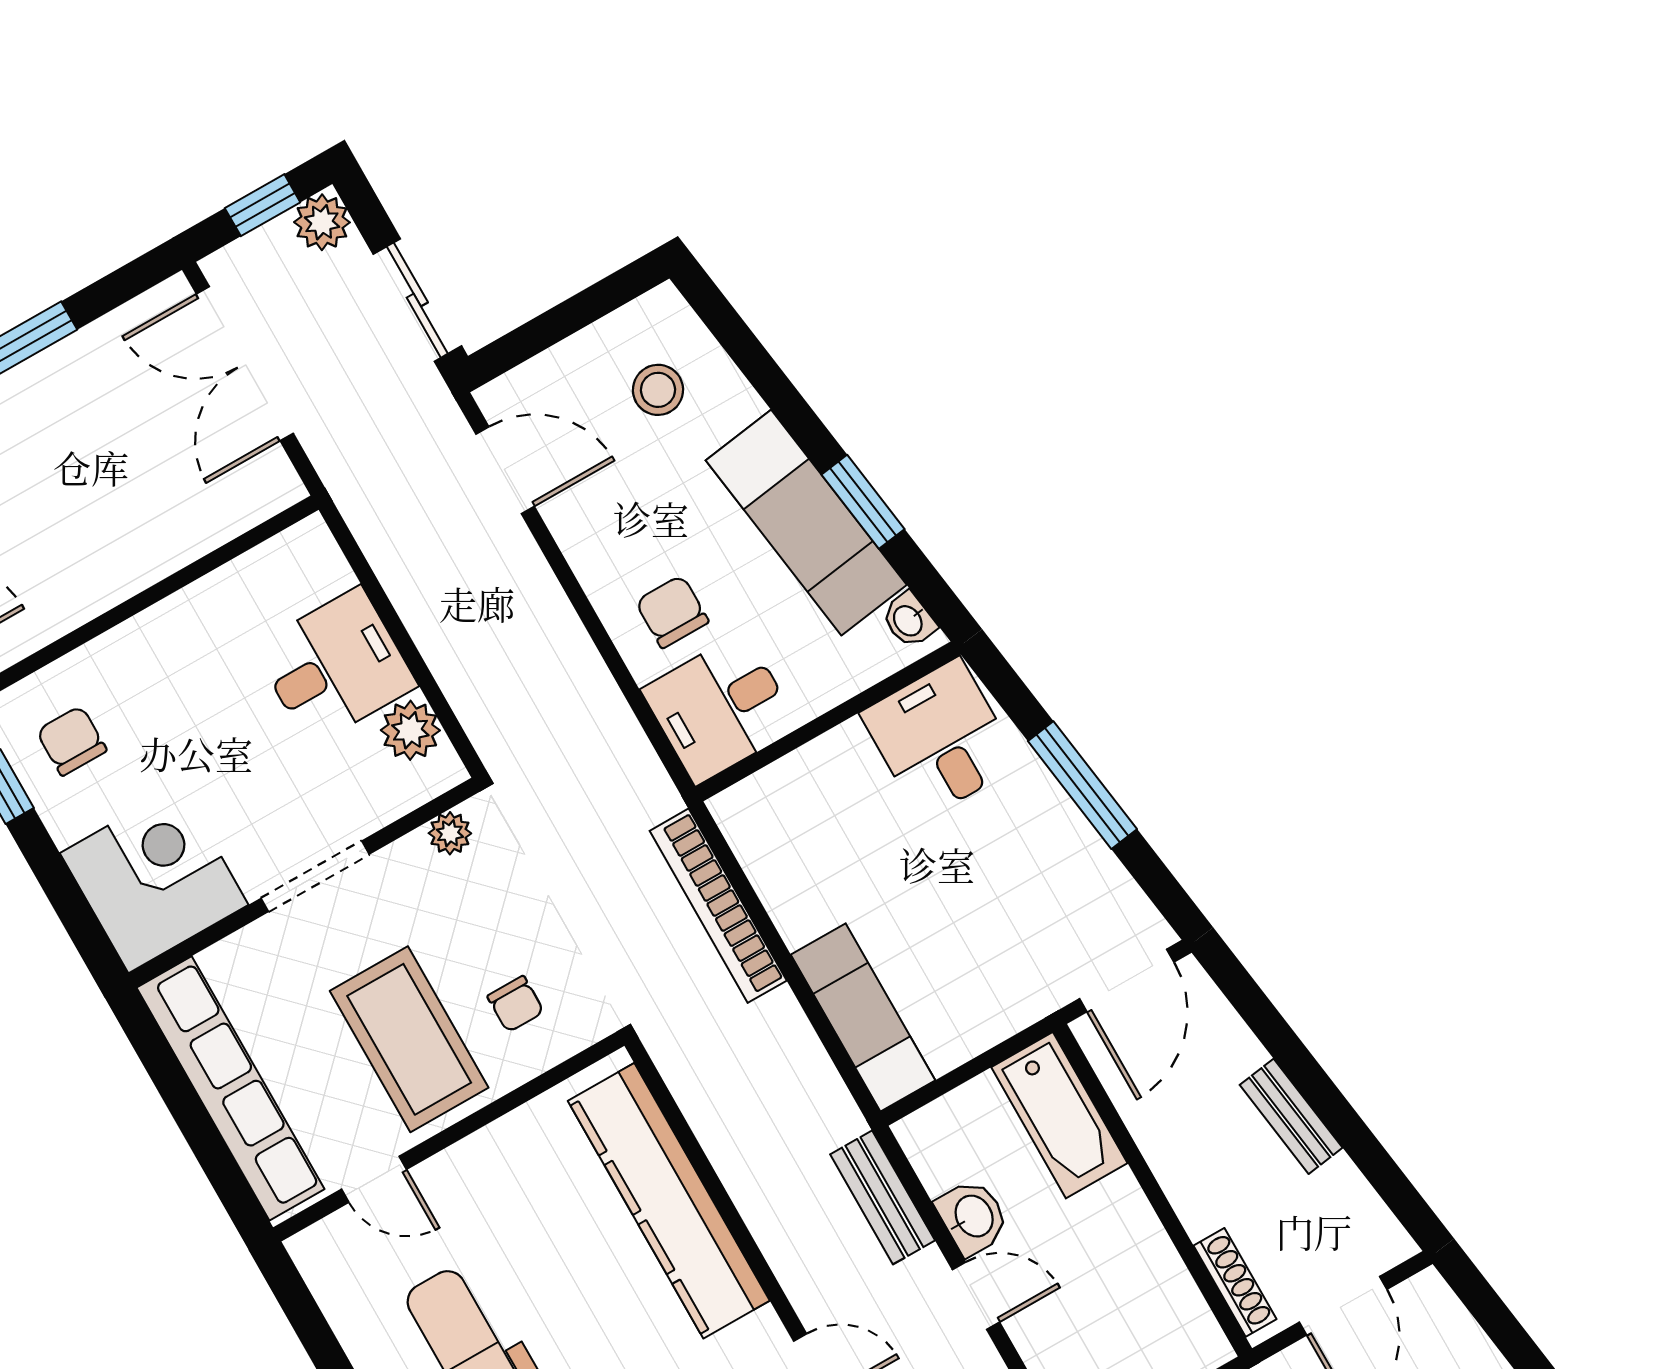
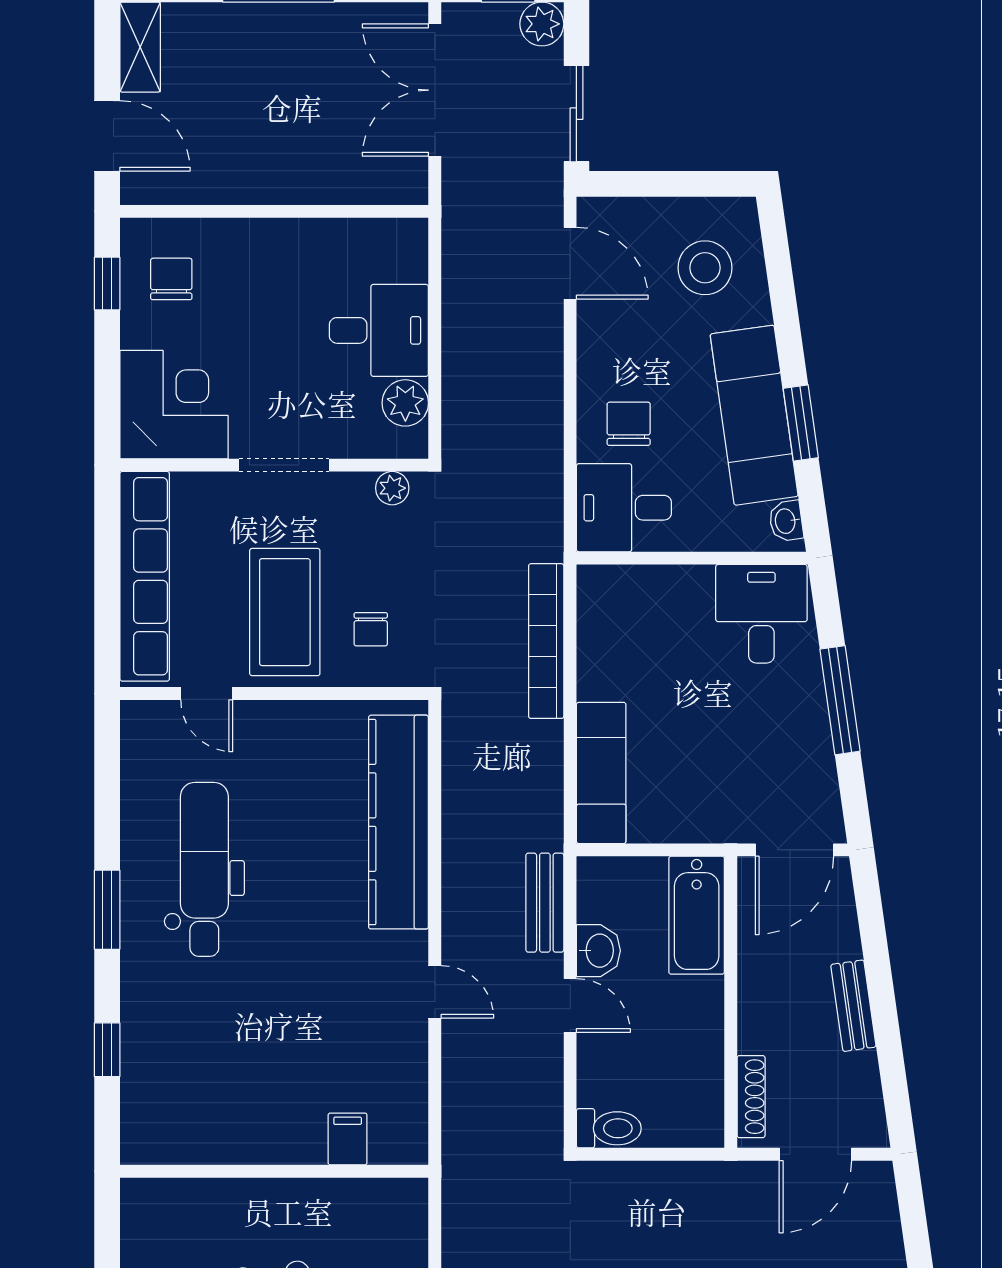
stool: (658, 390) -> (705, 268), width x1.38, depth x1.38

